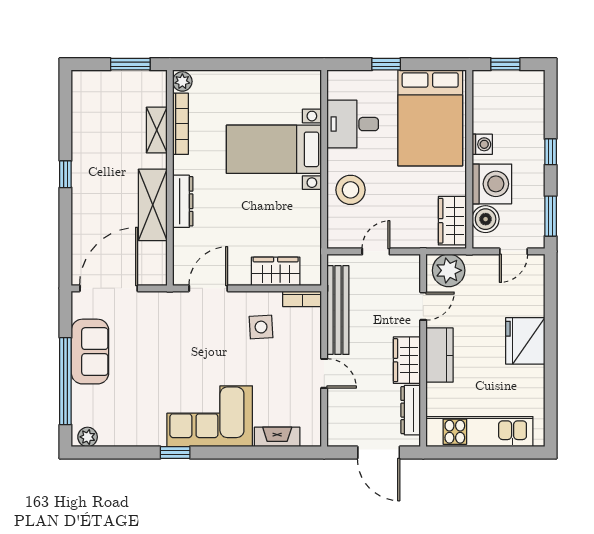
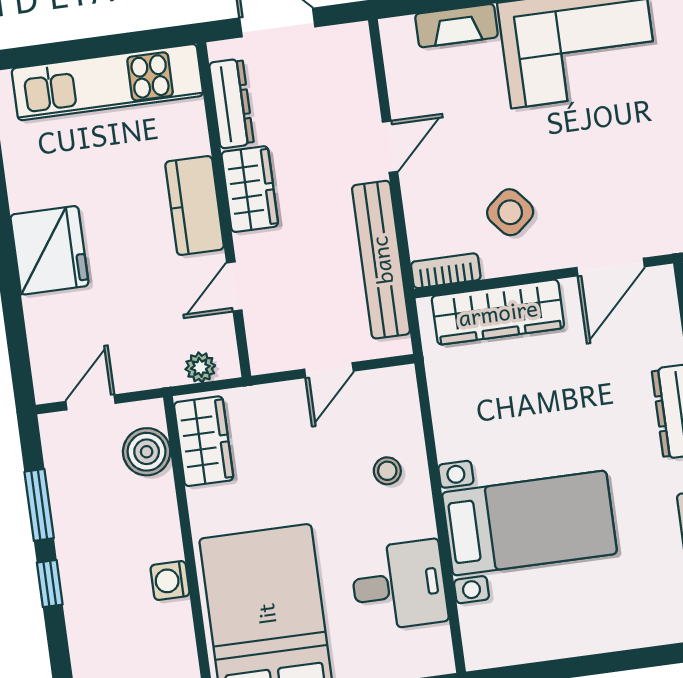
washing machine: (492, 184) -> (144, 514), removed
stool: (351, 190) -> (387, 471), width x0.53, depth x0.53
window: (551, 216) -> (39, 505), moved
plant: (449, 270) -> (200, 367), width x0.53, depth x0.53
wardrobe: (276, 271) -> (498, 312), width x1.50
side table: (261, 327) -> (510, 212), turned -37
door: (324, 373) -> (390, 147), swing flipped

